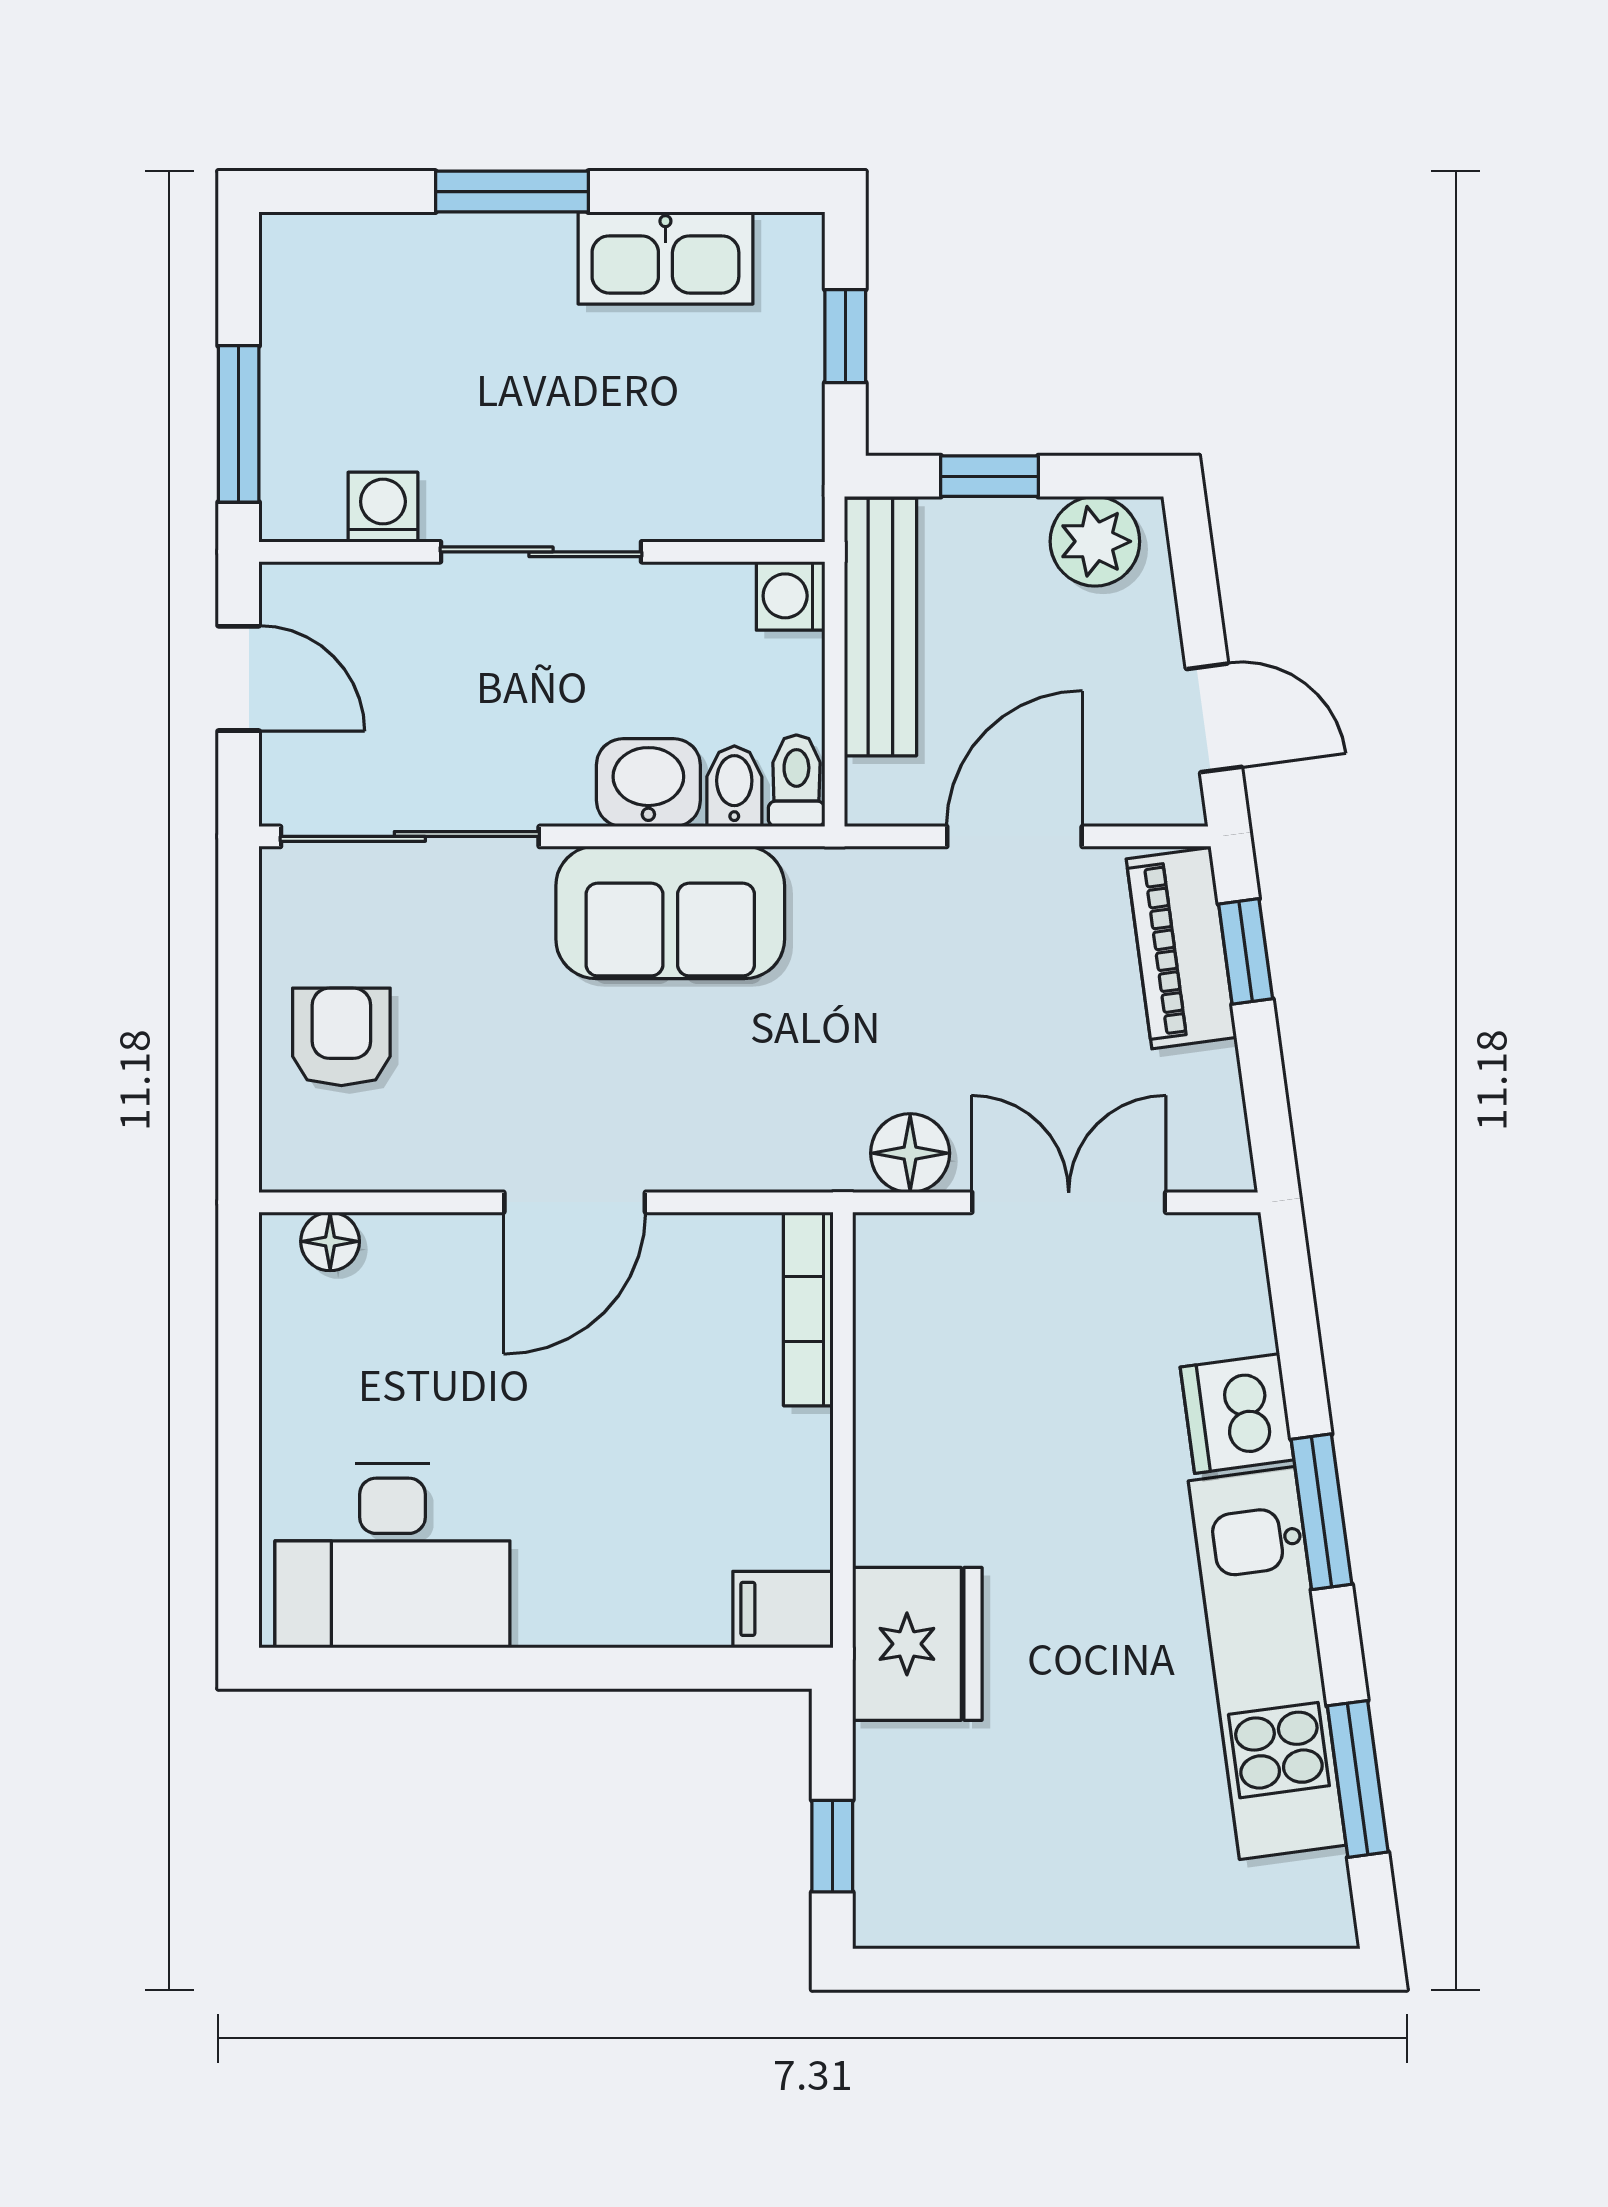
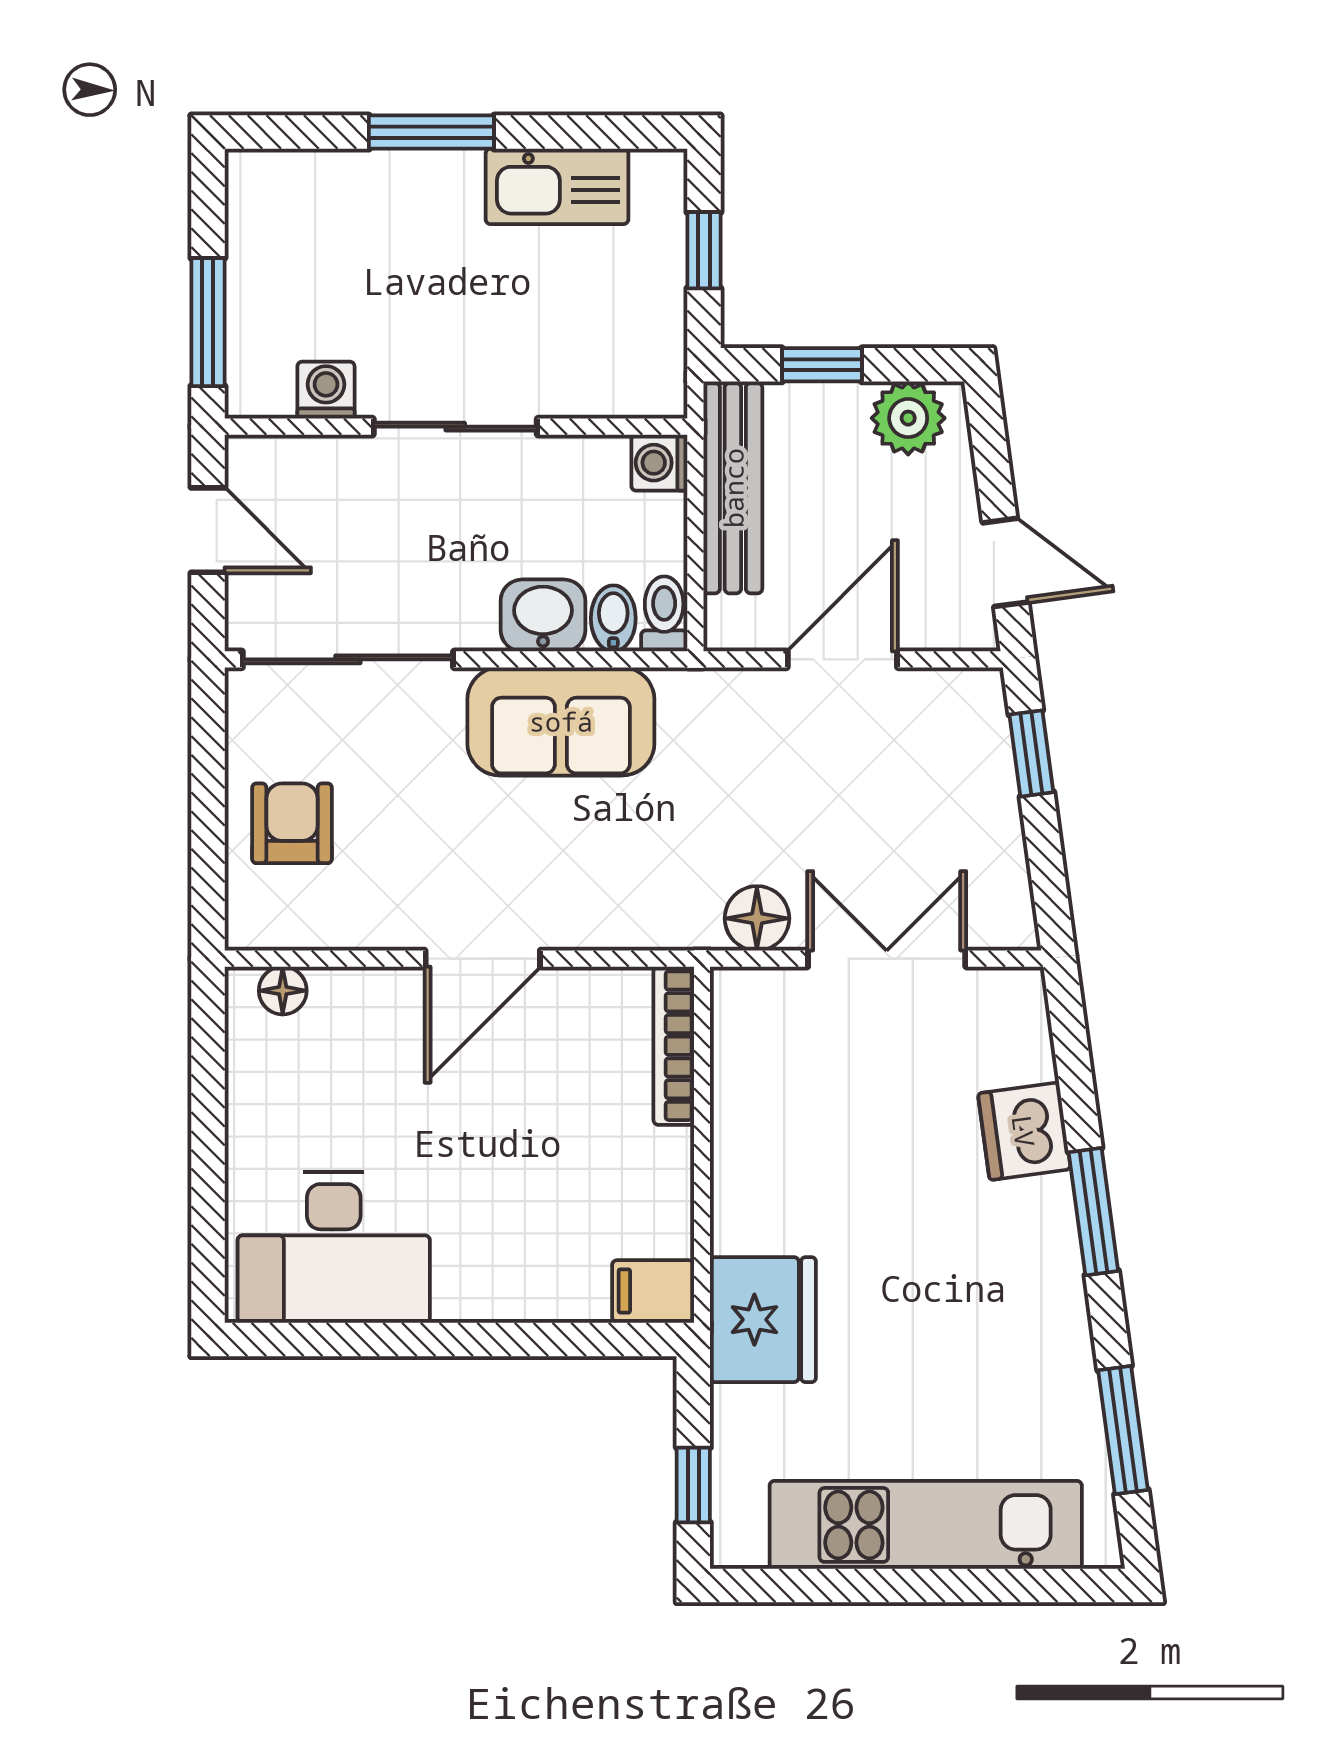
piano: (1181, 948) -> (979, 751), removed
kitchen unit: (1267, 1663) -> (926, 1525), moved, turned 98

